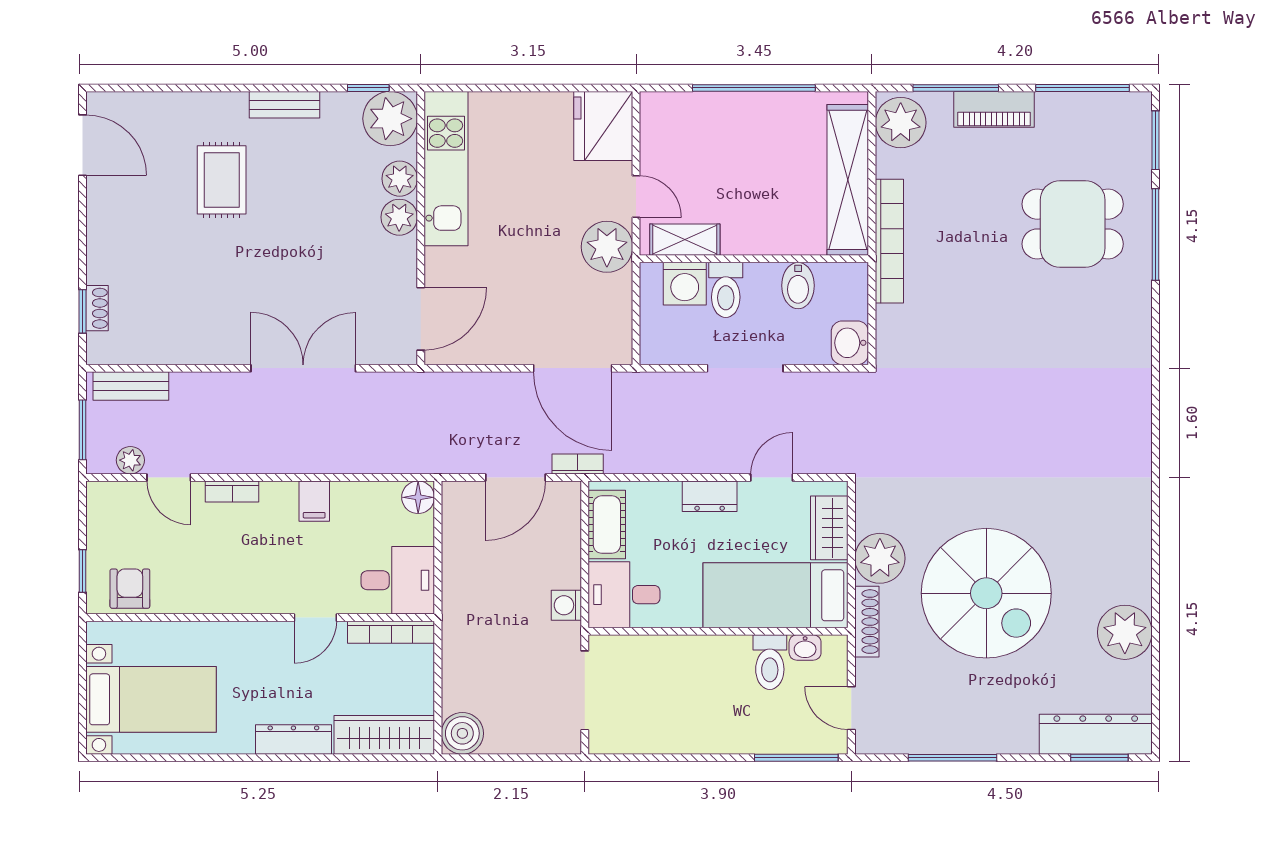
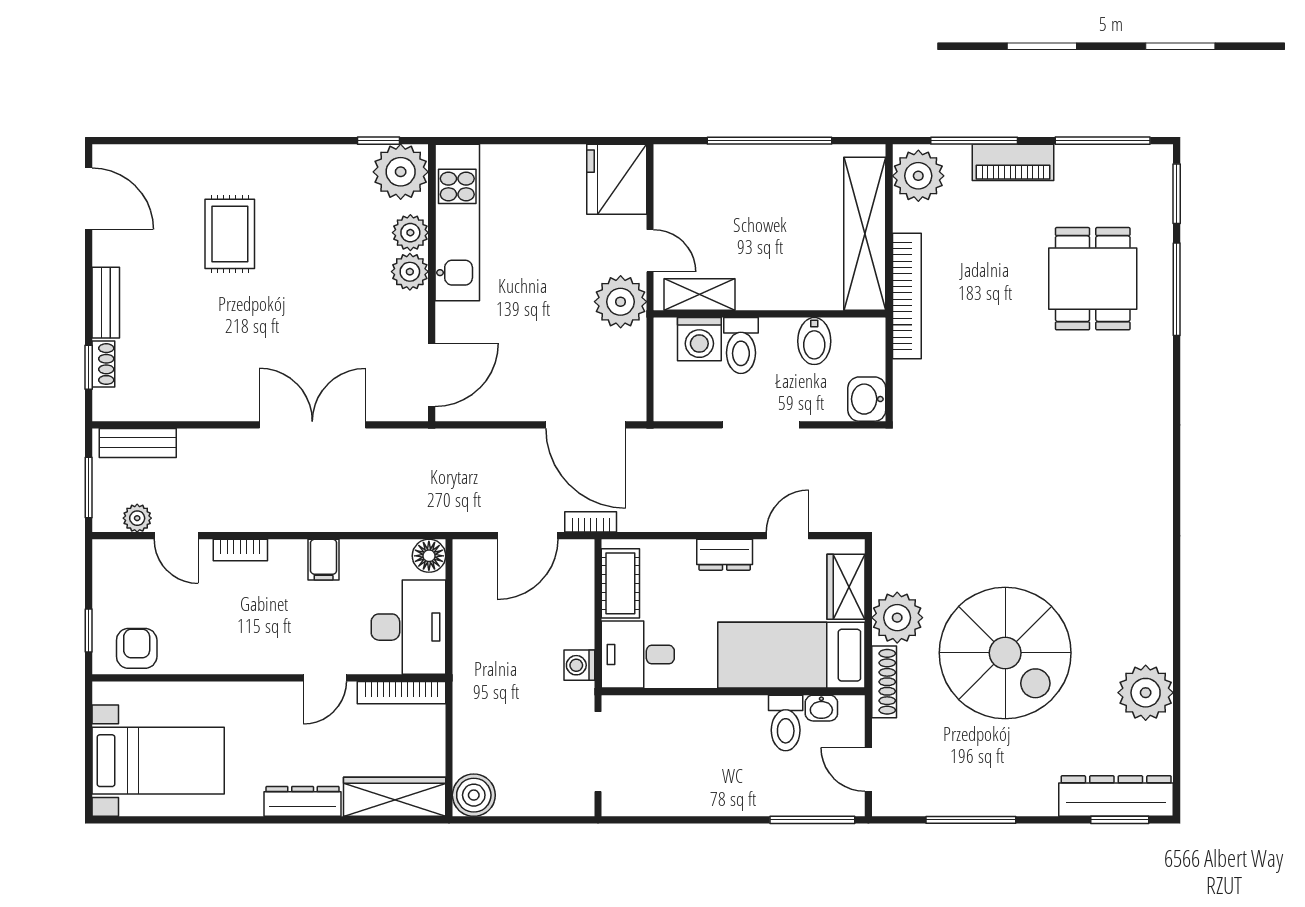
bench: (285, 105) -> (106, 303), moved, turned 90
dining table: (1073, 224) -> (1093, 279), turned 90
desk: (398, 580) -> (408, 627), width x1.37

